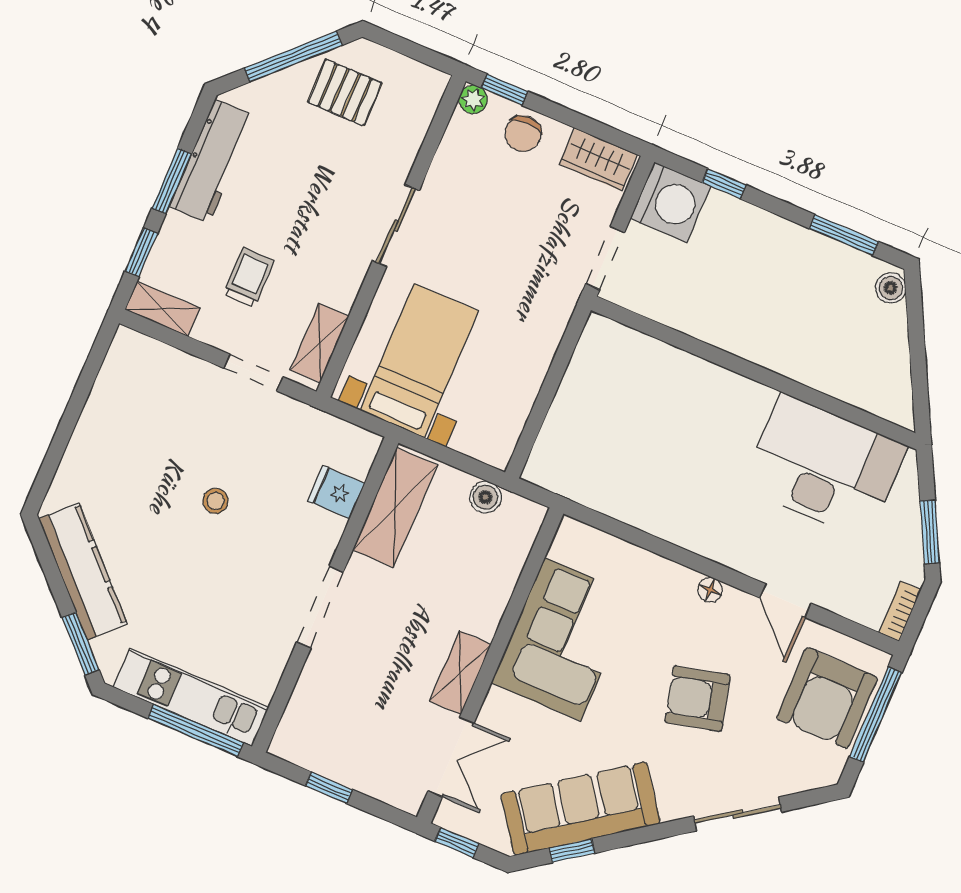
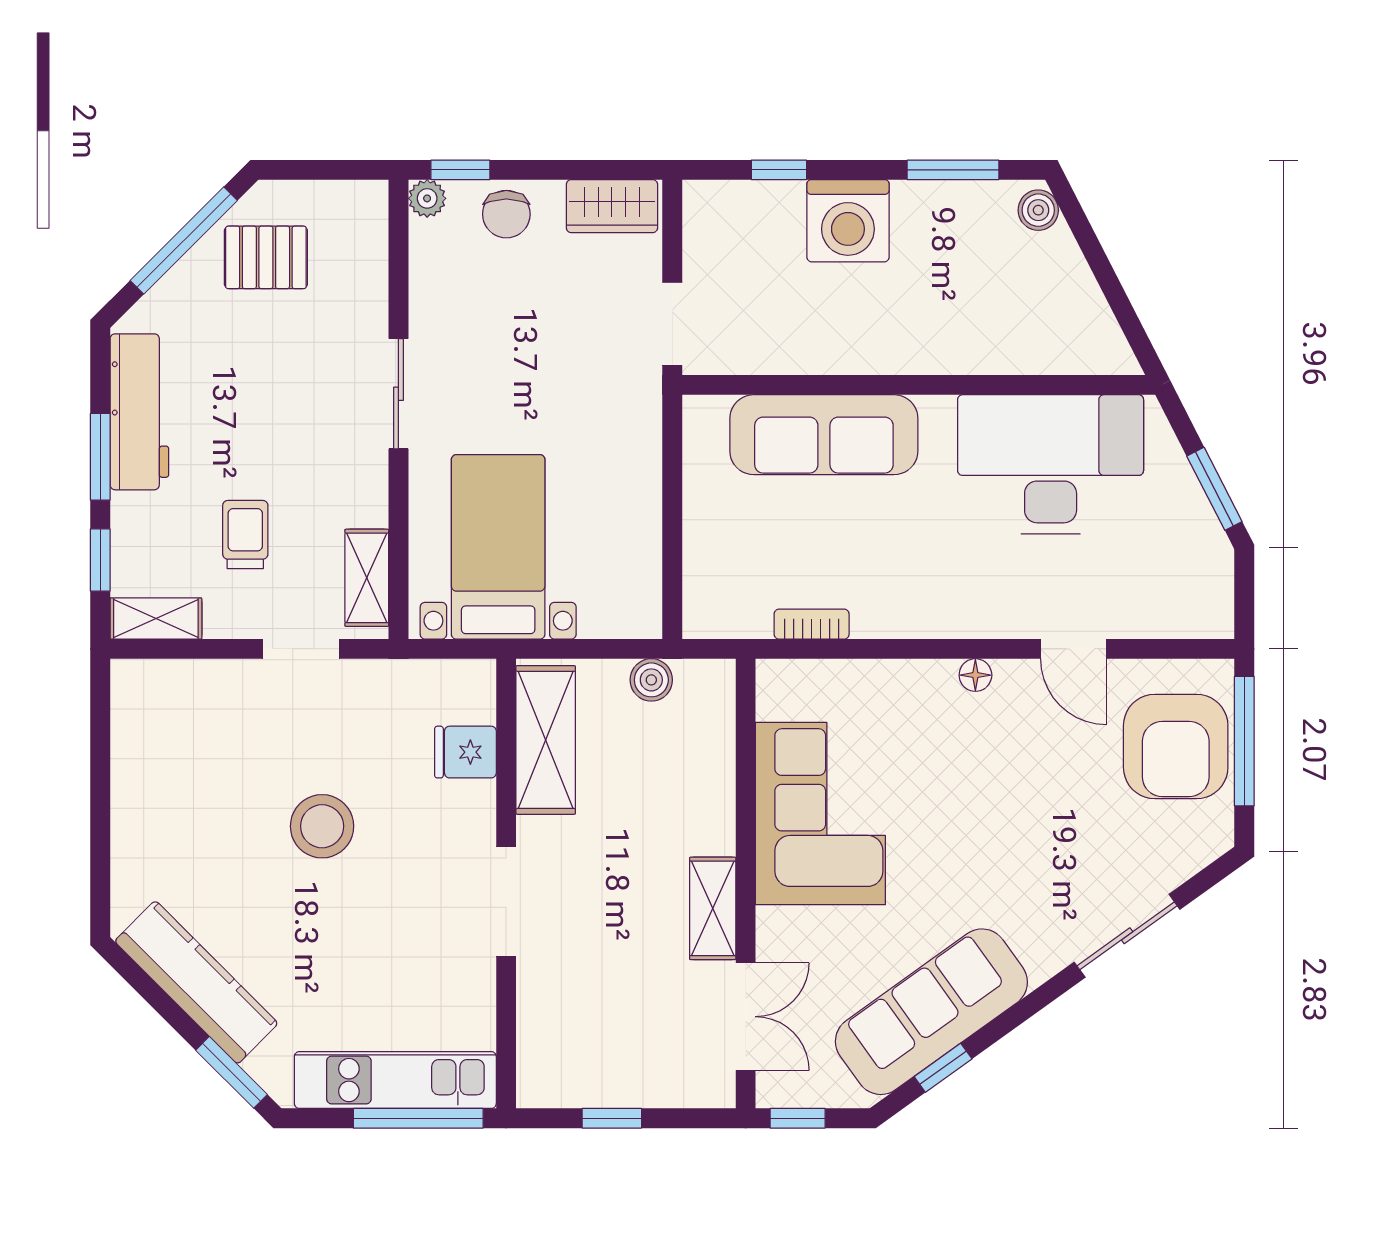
washing machine: (671, 202) -> (848, 221), moved, turned 90
sofa: (677, 379) -> (824, 435), added
stool: (215, 501) -> (322, 826), width x1.89, depth x1.89
bookcase: (900, 611) -> (812, 624), moved, turned 90
armchair: (697, 699) -> (1017, 815), removed

